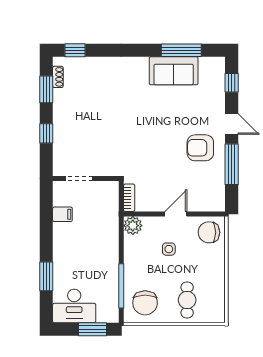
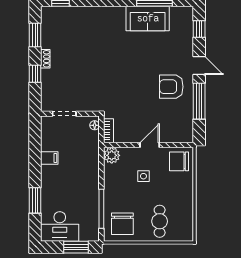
shoe rack: (58, 77) -> (45, 59), moved
floor lamp: (114, 192) -> (95, 125), added
filing cabinet: (62, 214) -> (49, 158), moved

